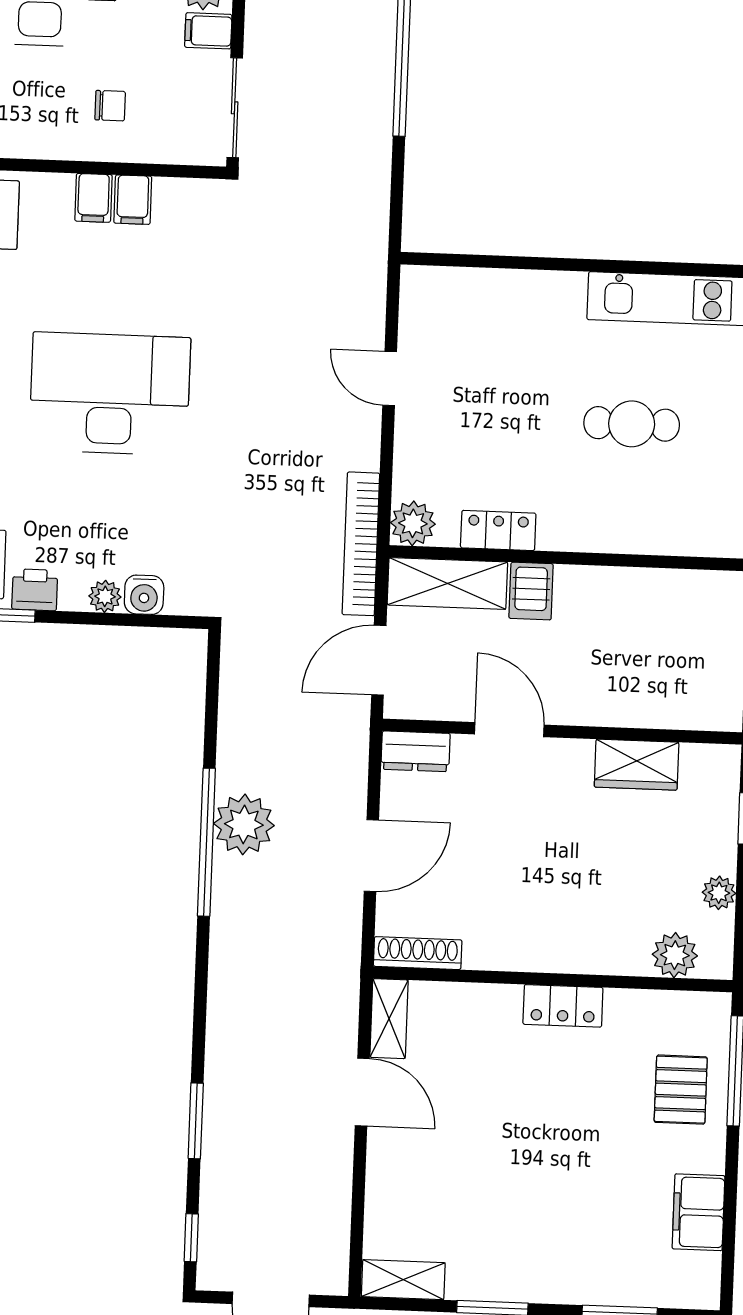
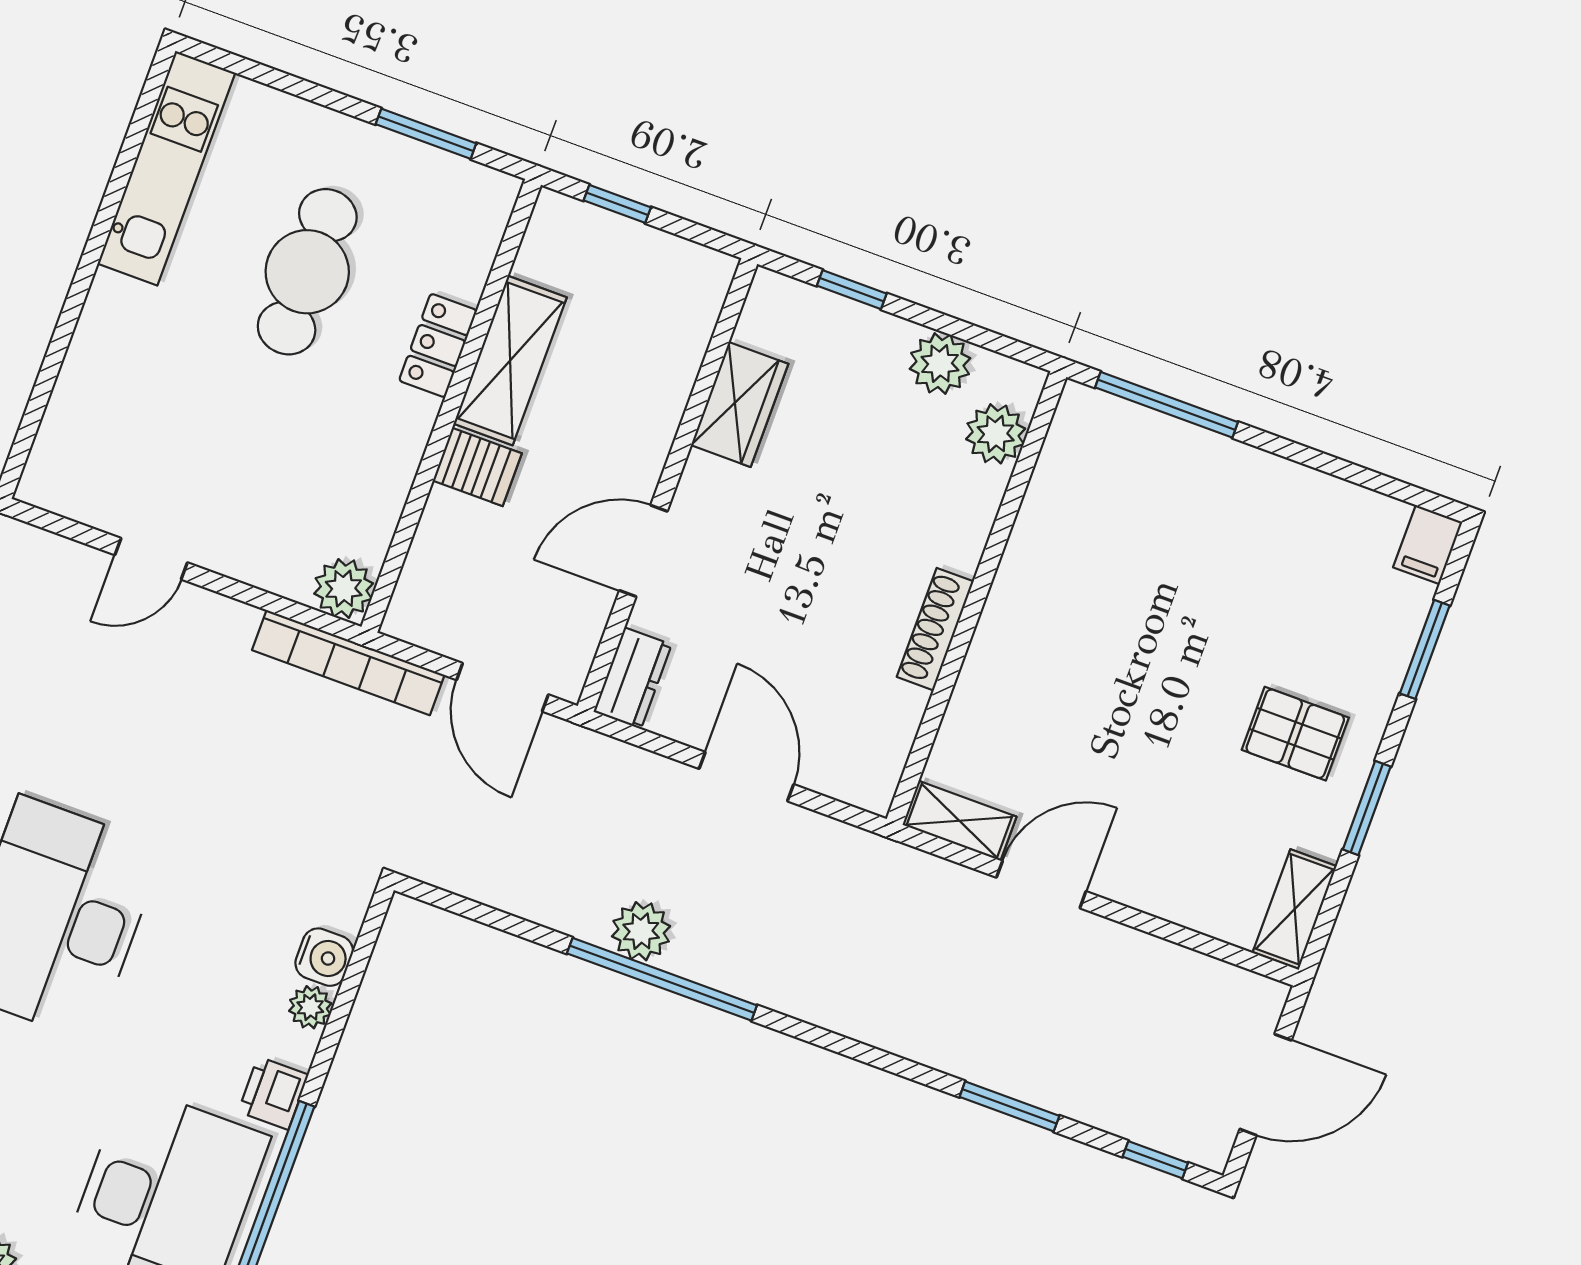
cafe table: (632, 424) -> (307, 272), width x1.37, depth x1.35
locker: (498, 530) -> (438, 345), moved
shelving: (447, 583) -> (510, 360), moved
plant: (244, 824) -> (641, 931), width x0.73, depth x0.73
plant: (719, 893) -> (940, 364), width x1.38, depth x1.38
shoe rack: (418, 953) -> (935, 629), moved
locker: (563, 1006) -> (1014, 596), removed
pallet: (681, 1090) -> (1295, 734), moved
filing cabinet: (699, 1212) -> (1428, 545), moved, width x0.50

